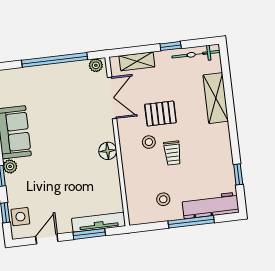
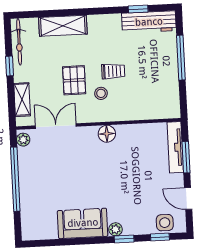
stool: (163, 199) -> (157, 83), removed
workbench: (211, 206) -> (149, 22), moved, turned -90

